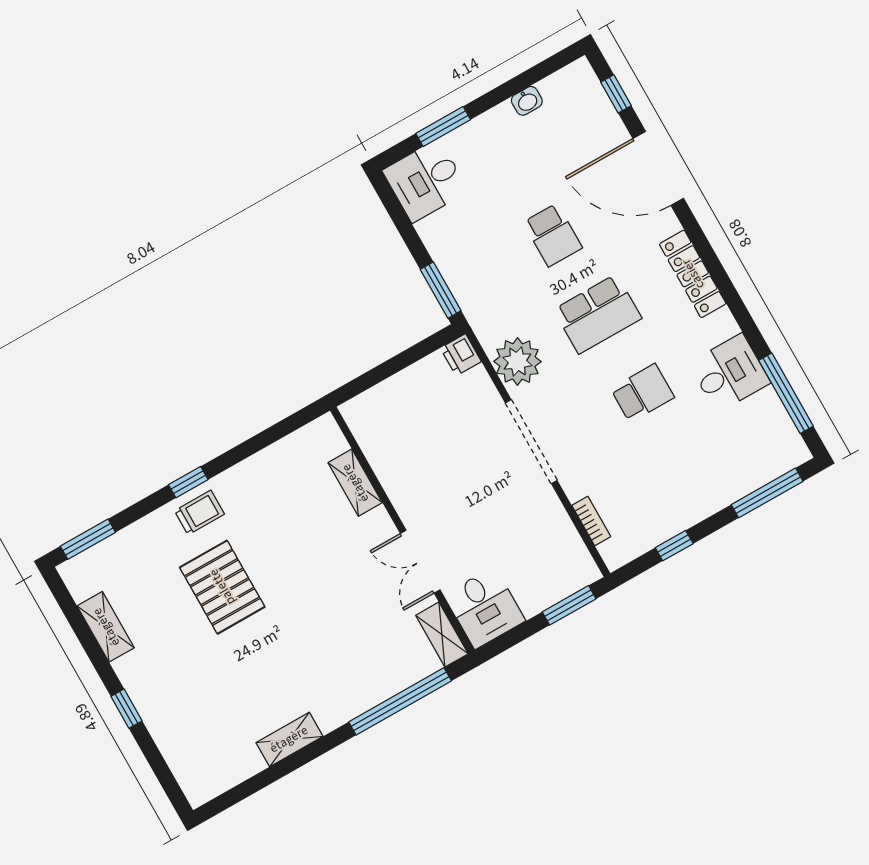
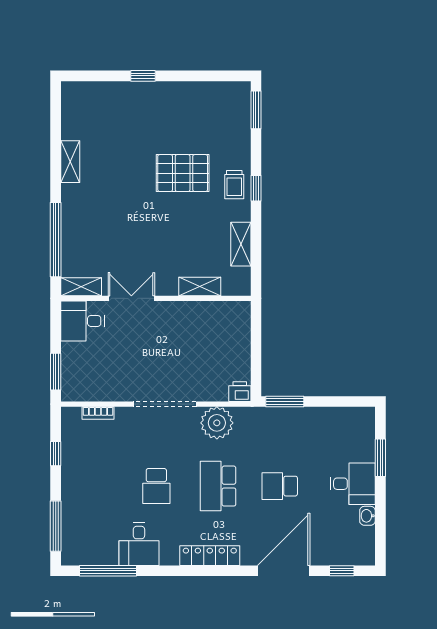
desk: (425, 181) -> (353, 484), moved, turned 90
shelving: (106, 627) -> (241, 244), moved, turned 90

